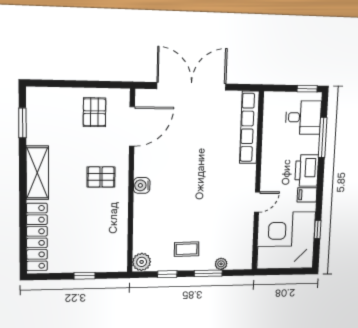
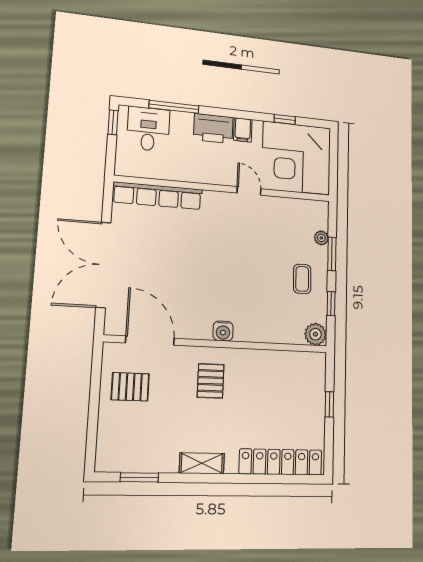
shelving: (37, 173) -> (202, 463), width x0.67, depth x0.75

